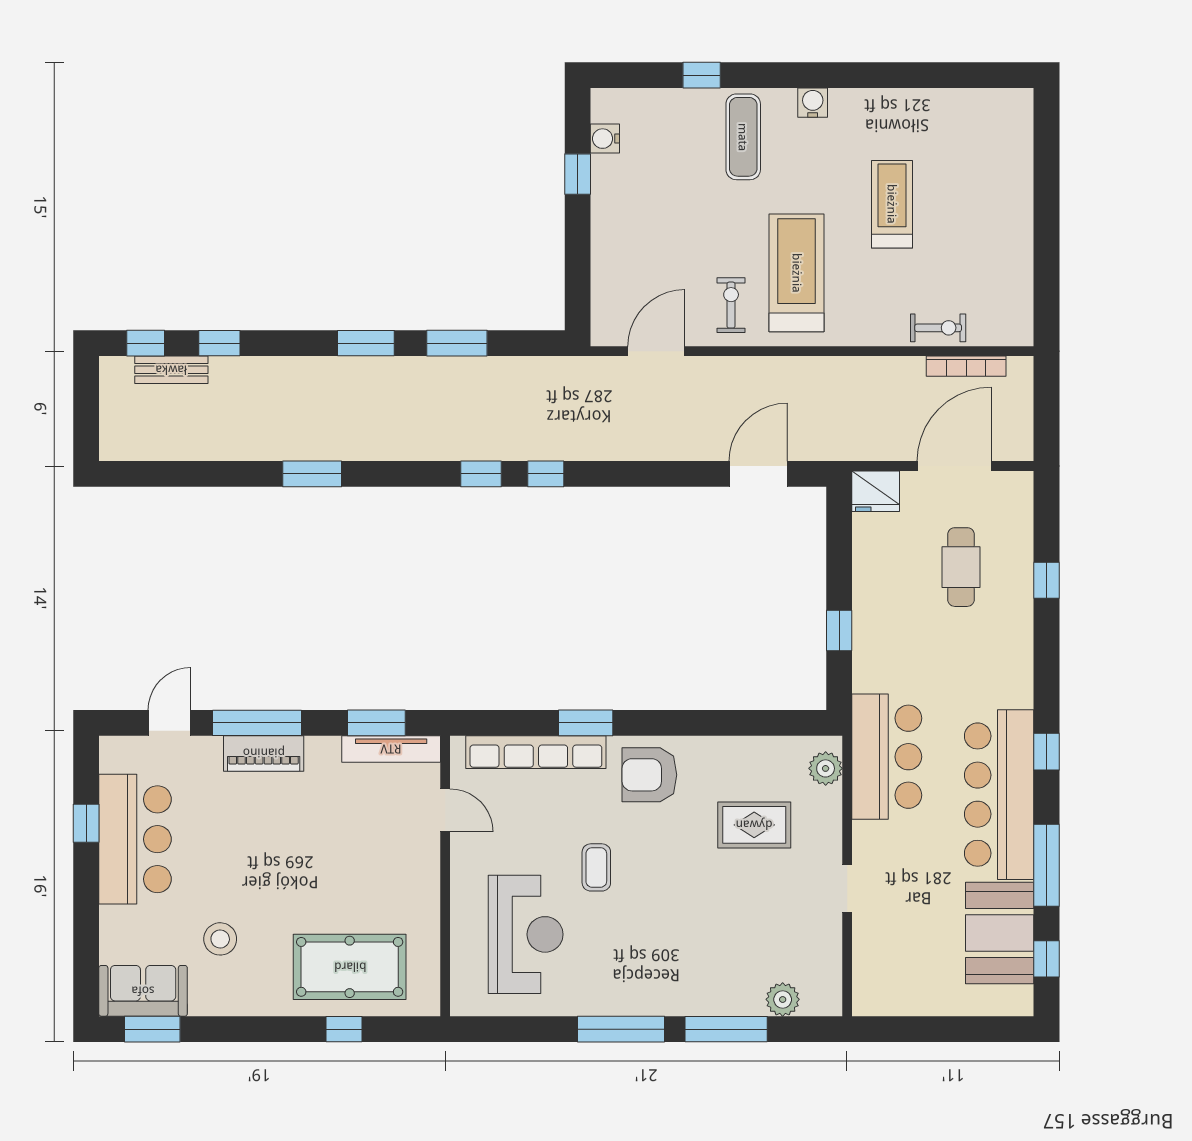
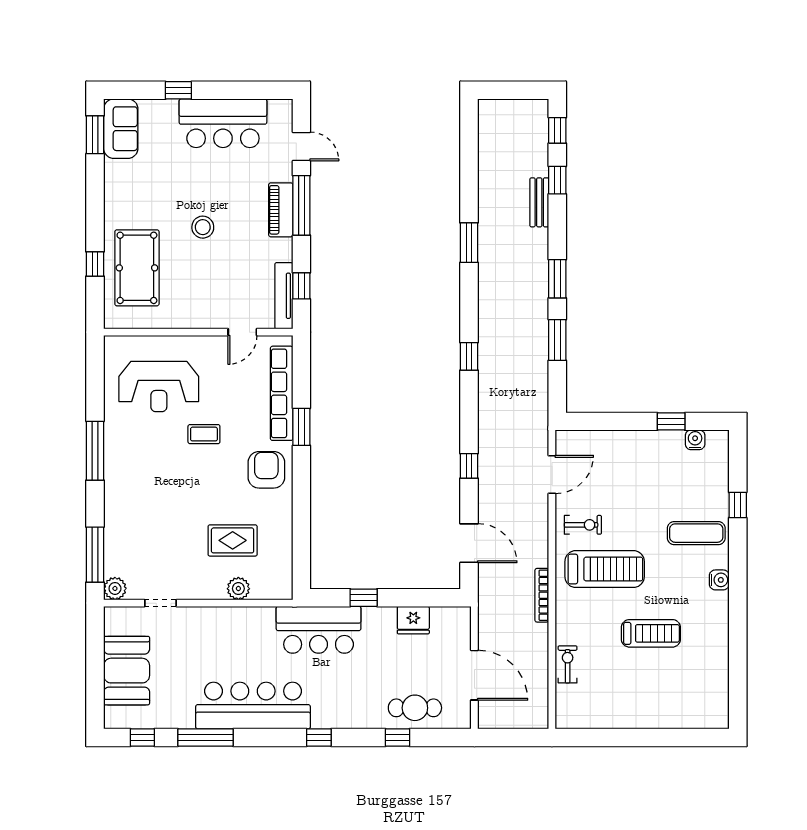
exercise bike: (938, 328) -> (568, 664), turned 180
door: (656, 351) -> (552, 475), hinge flipped
bookcase: (966, 366) -> (542, 595), moved
bench: (171, 370) -> (539, 202), moved
window: (546, 474) -> (469, 466), moved
fridge: (876, 491) -> (413, 620), moved, turned -90
cafe table: (961, 567) -> (415, 708), moved
window: (376, 723) -> (301, 286), width x0.67
window: (1047, 752) -> (319, 737), moved
bar counter: (887, 757) -> (319, 630), moved
plant: (826, 768) -> (238, 589), moved
window: (86, 823) -> (178, 90), moved
rug: (754, 825) -> (233, 540), turned 90
doorway: (847, 888) -> (161, 603), moved
booth: (1000, 933) -> (127, 671), moved, turned 90
stool: (220, 939) -> (203, 227), moved
plant: (783, 999) -> (115, 588), moved
window: (726, 1029) -> (95, 555), moved

